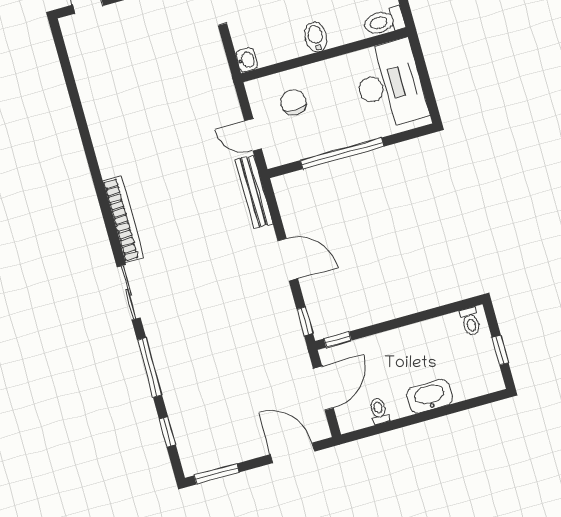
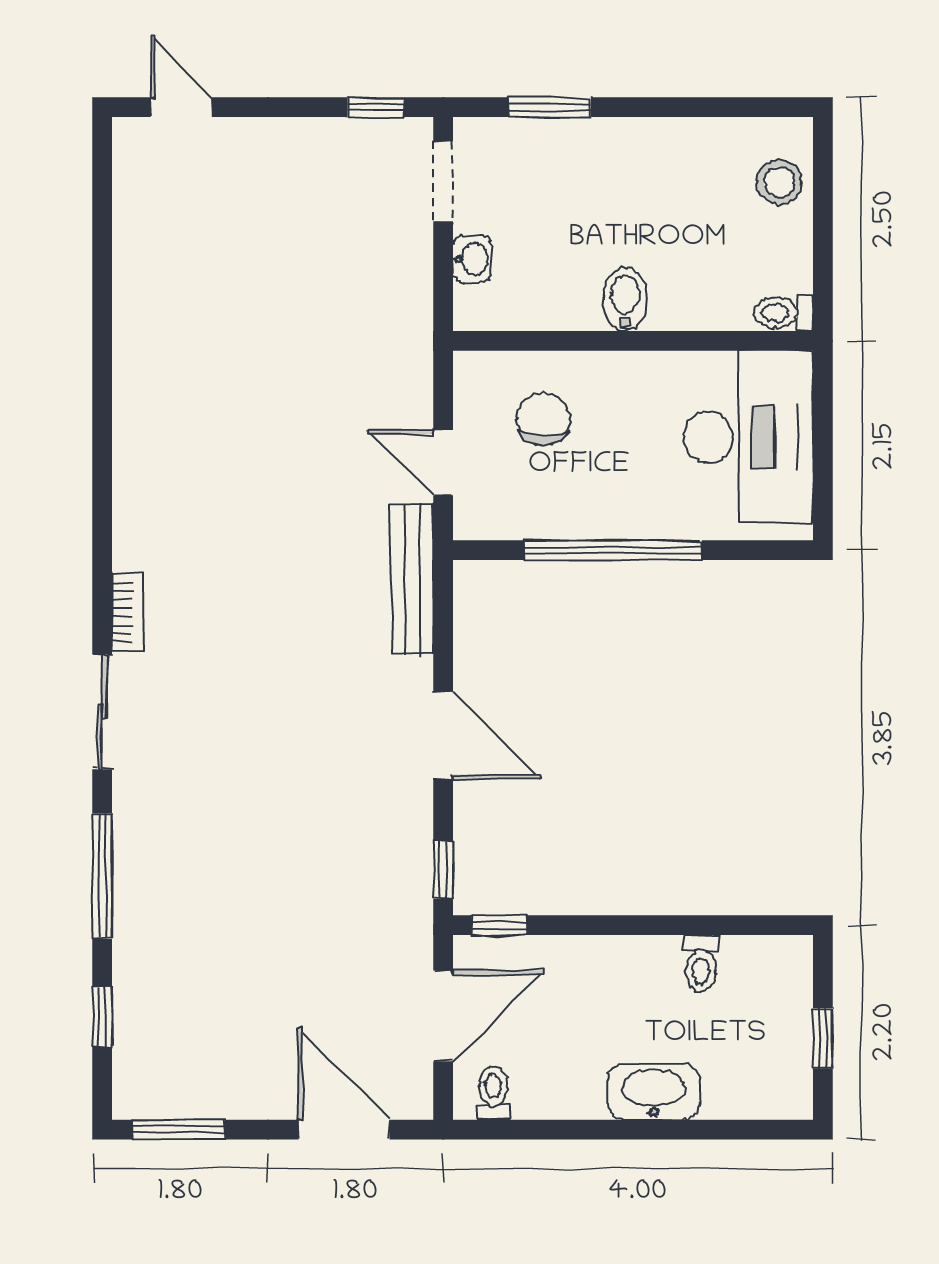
toilet: (384, 21) -> (784, 313), width x0.73, depth x0.72
washbasin: (247, 60) -> (472, 259), moved
bookcase: (123, 219) -> (128, 612), width x0.43, depth x0.76
toilet: (471, 322) -> (701, 963), moved
toilet: (379, 411) -> (493, 1093), moved

